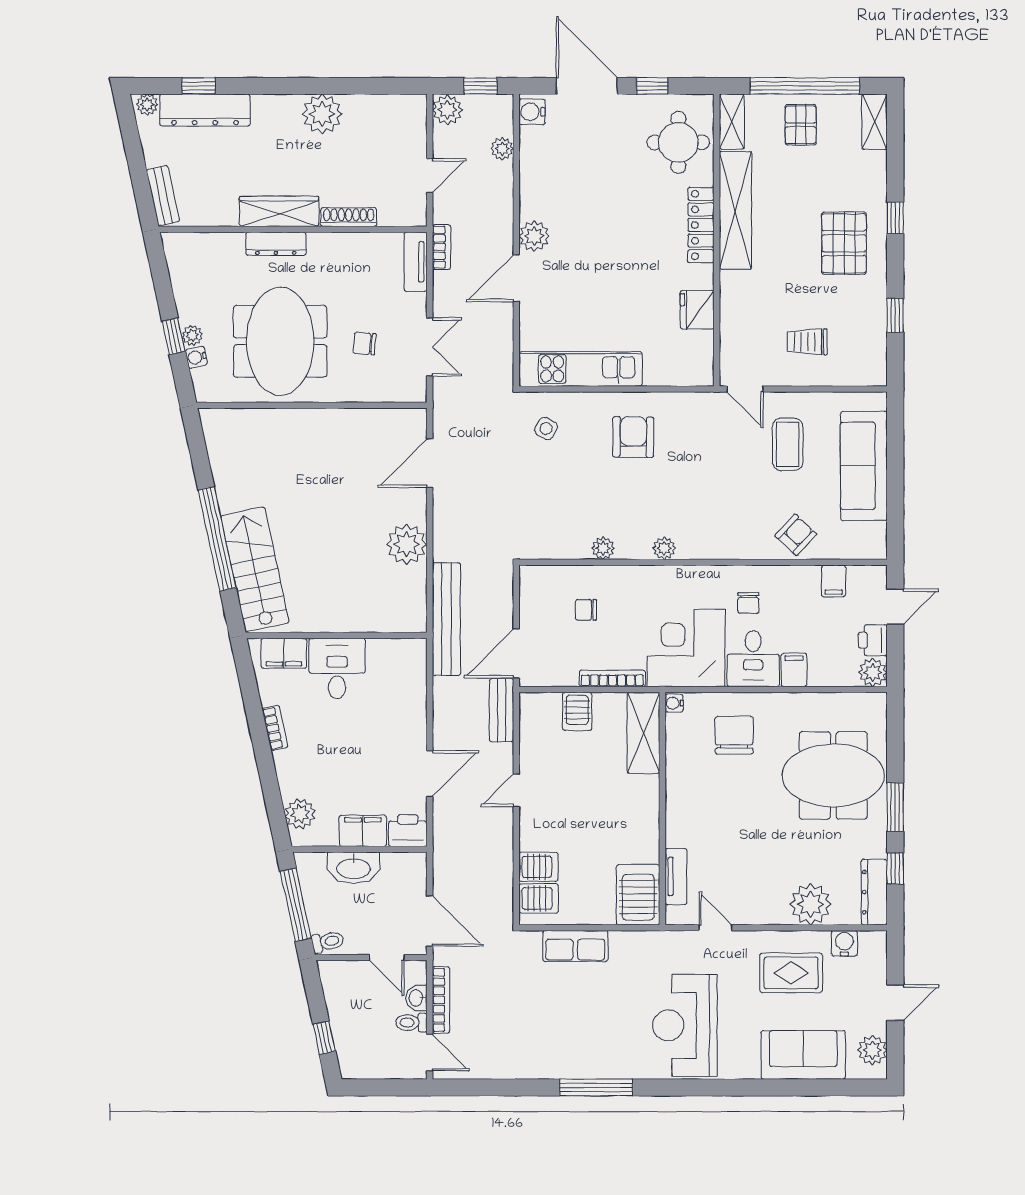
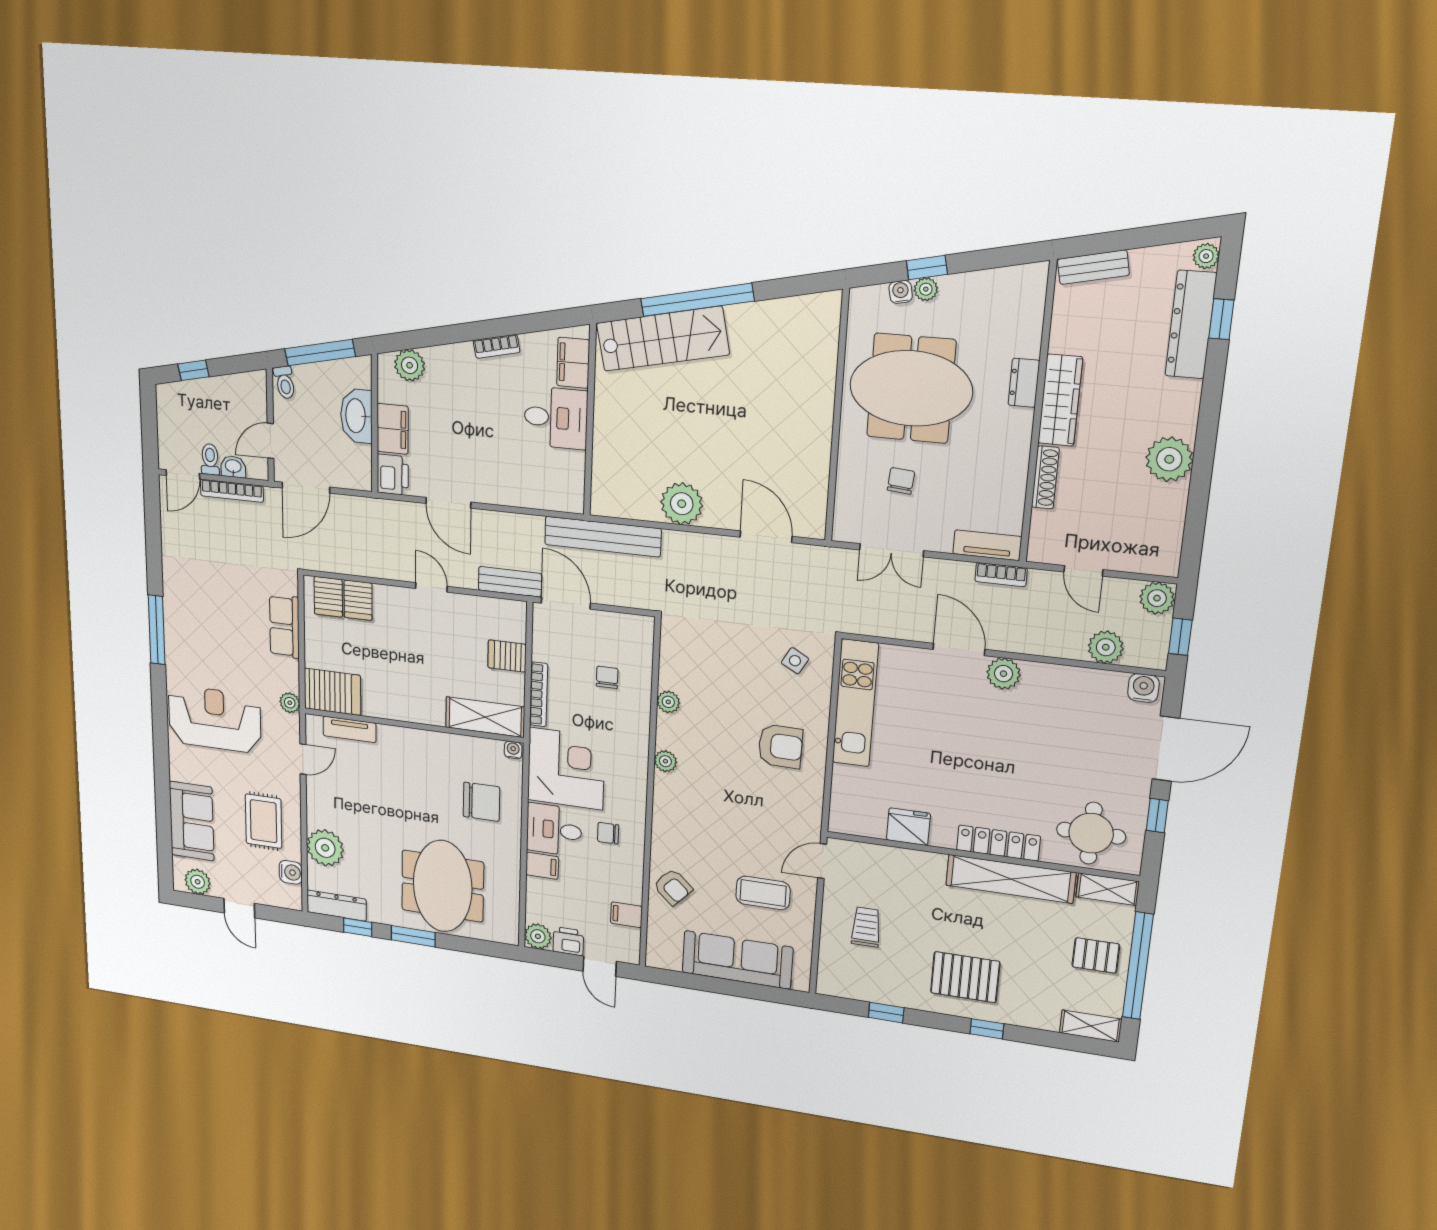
plant: (502, 149) -> (1106, 647), width x1.38, depth x1.38
dresser: (276, 244) -> (1024, 383), width x0.70
plant: (656, 941) -> (290, 703), added

